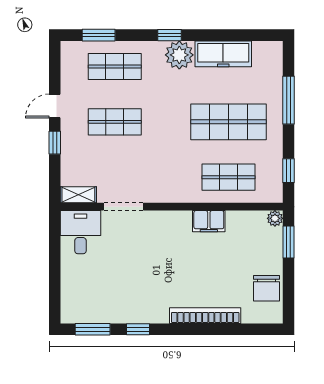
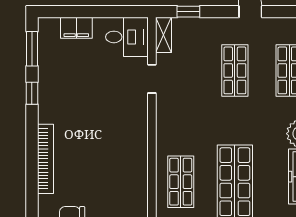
window: (55, 143) -> (188, 12), moved
doorway: (123, 207) -> (152, 79), width x0.73
filing cabinet: (209, 221) -> (76, 28), moved, turned -90

